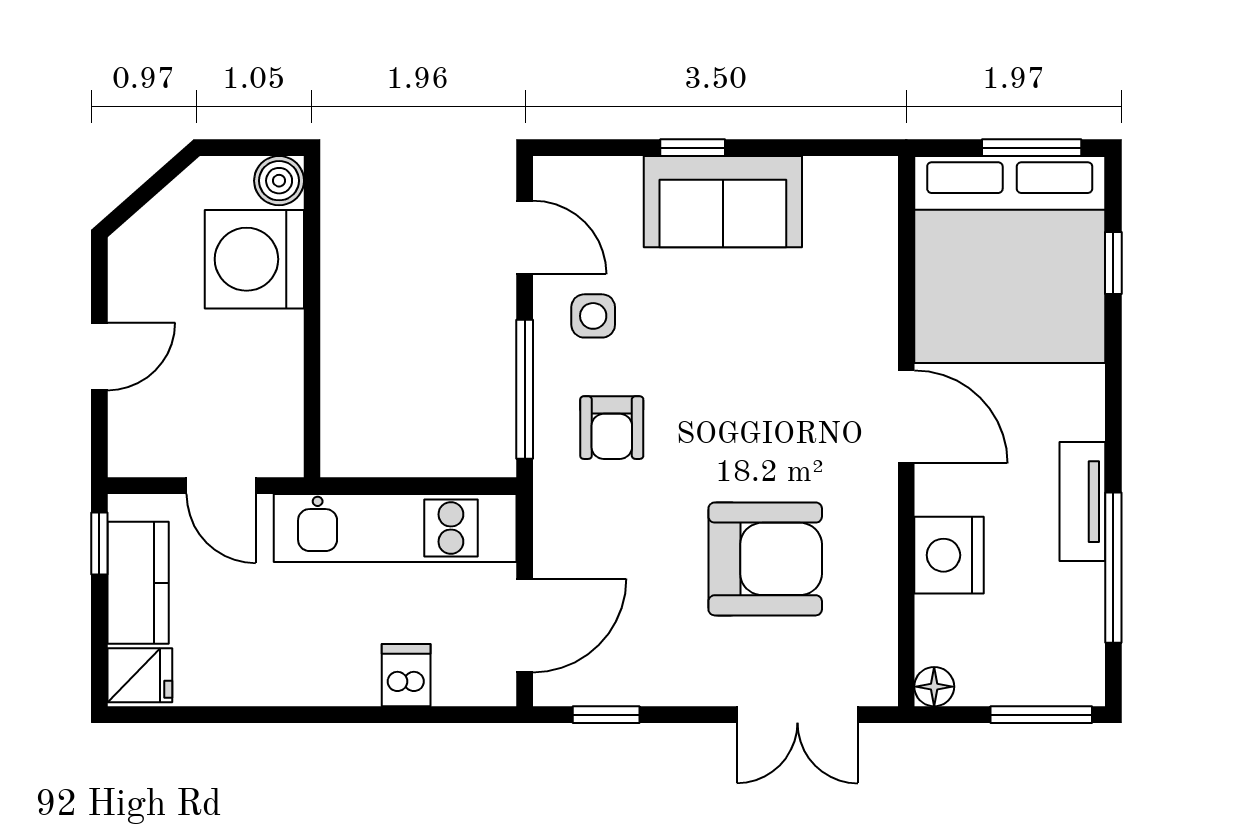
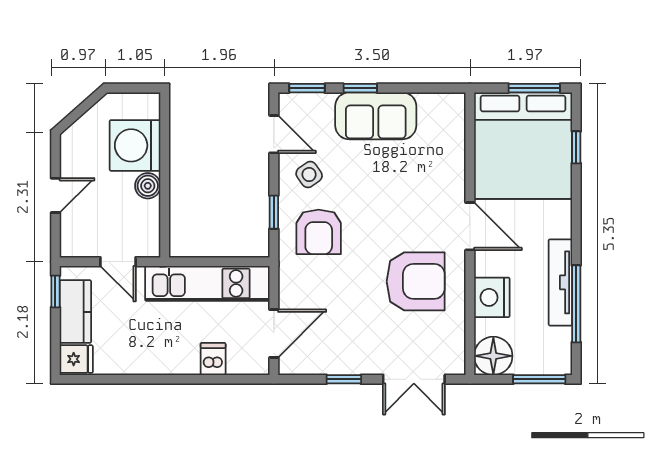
window: (589, 148) -> (307, 88), added
boiler: (279, 181) -> (148, 186), moved
side table: (593, 316) -> (309, 175), turned -35
window: (525, 389) -> (274, 212), width x0.46
armchair: (612, 428) -> (319, 232), width x1.38, depth x1.38
tv unit: (1082, 502) -> (560, 282), width x1.41
armchair: (765, 559) -> (416, 281), moved
floor lamp: (934, 687) -> (493, 356), width x1.89, depth x1.89
window: (606, 715) -> (344, 379), moved

